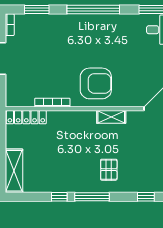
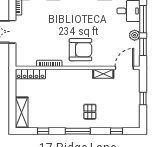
shelving: (111, 117) -> (103, 74), moved
window: (59, 197) -> (43, 131), moved

